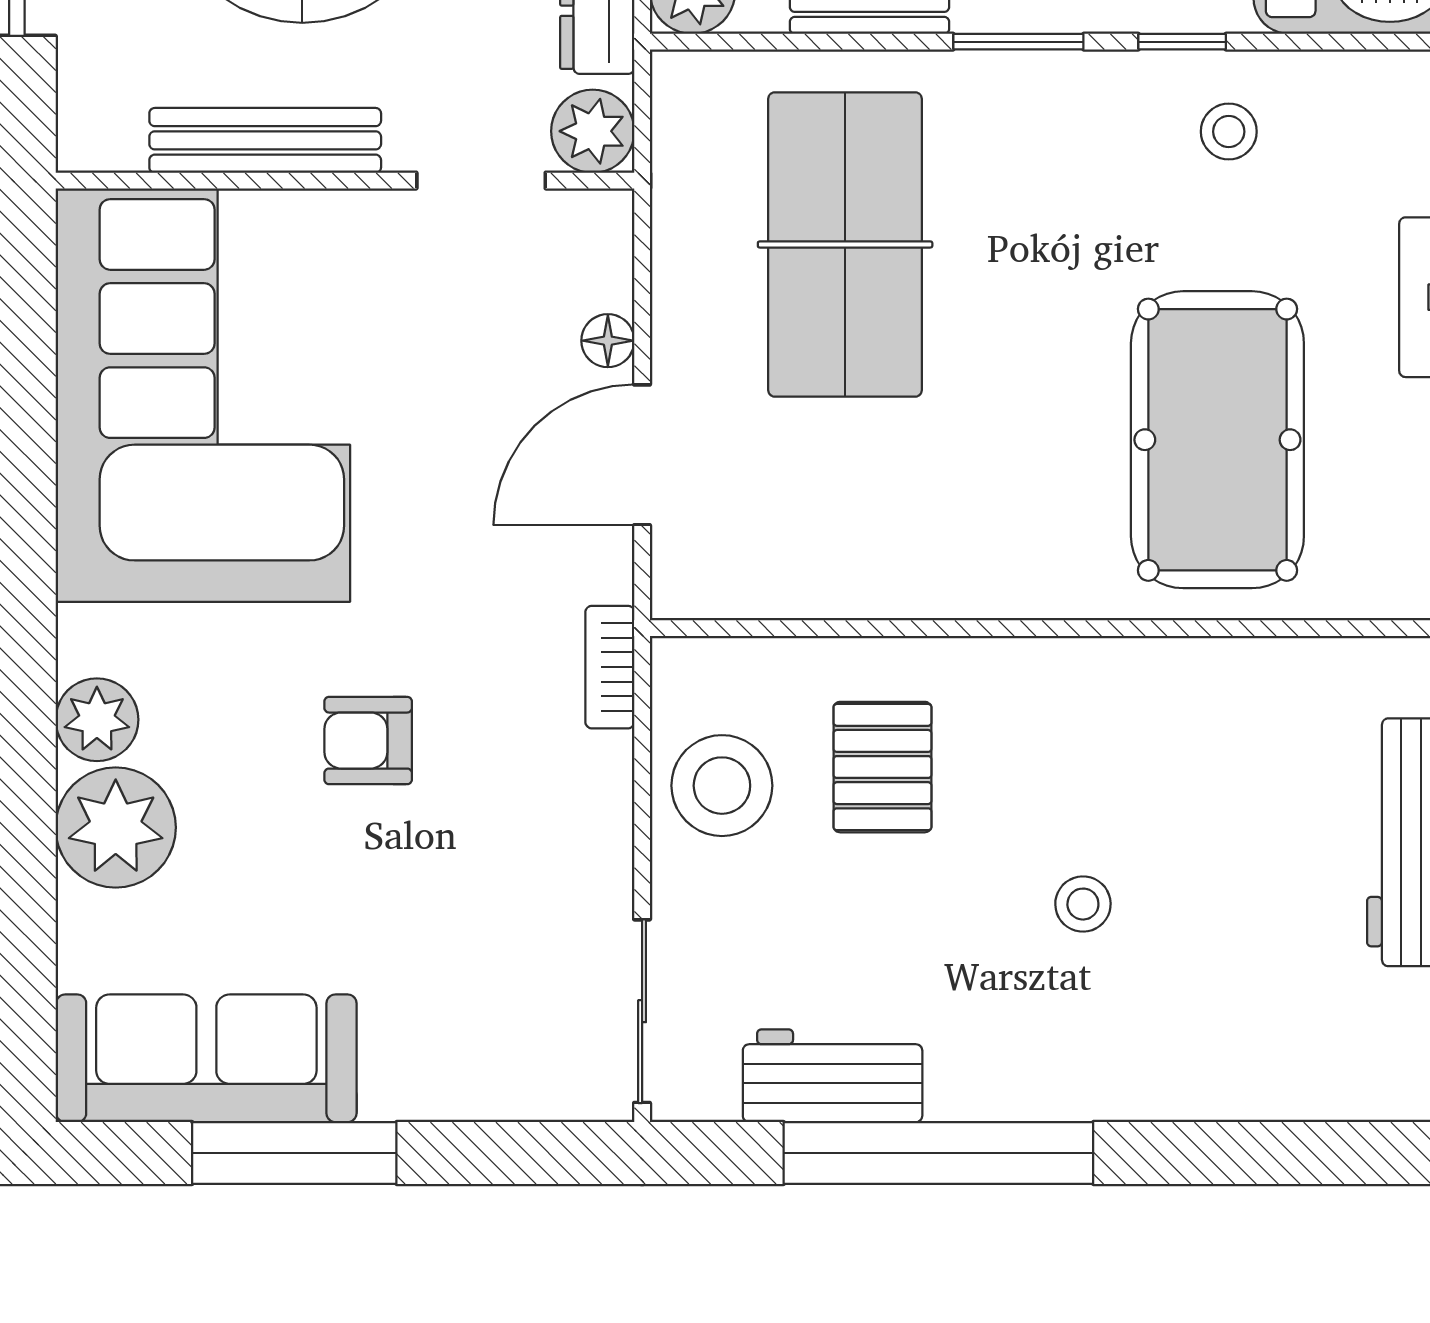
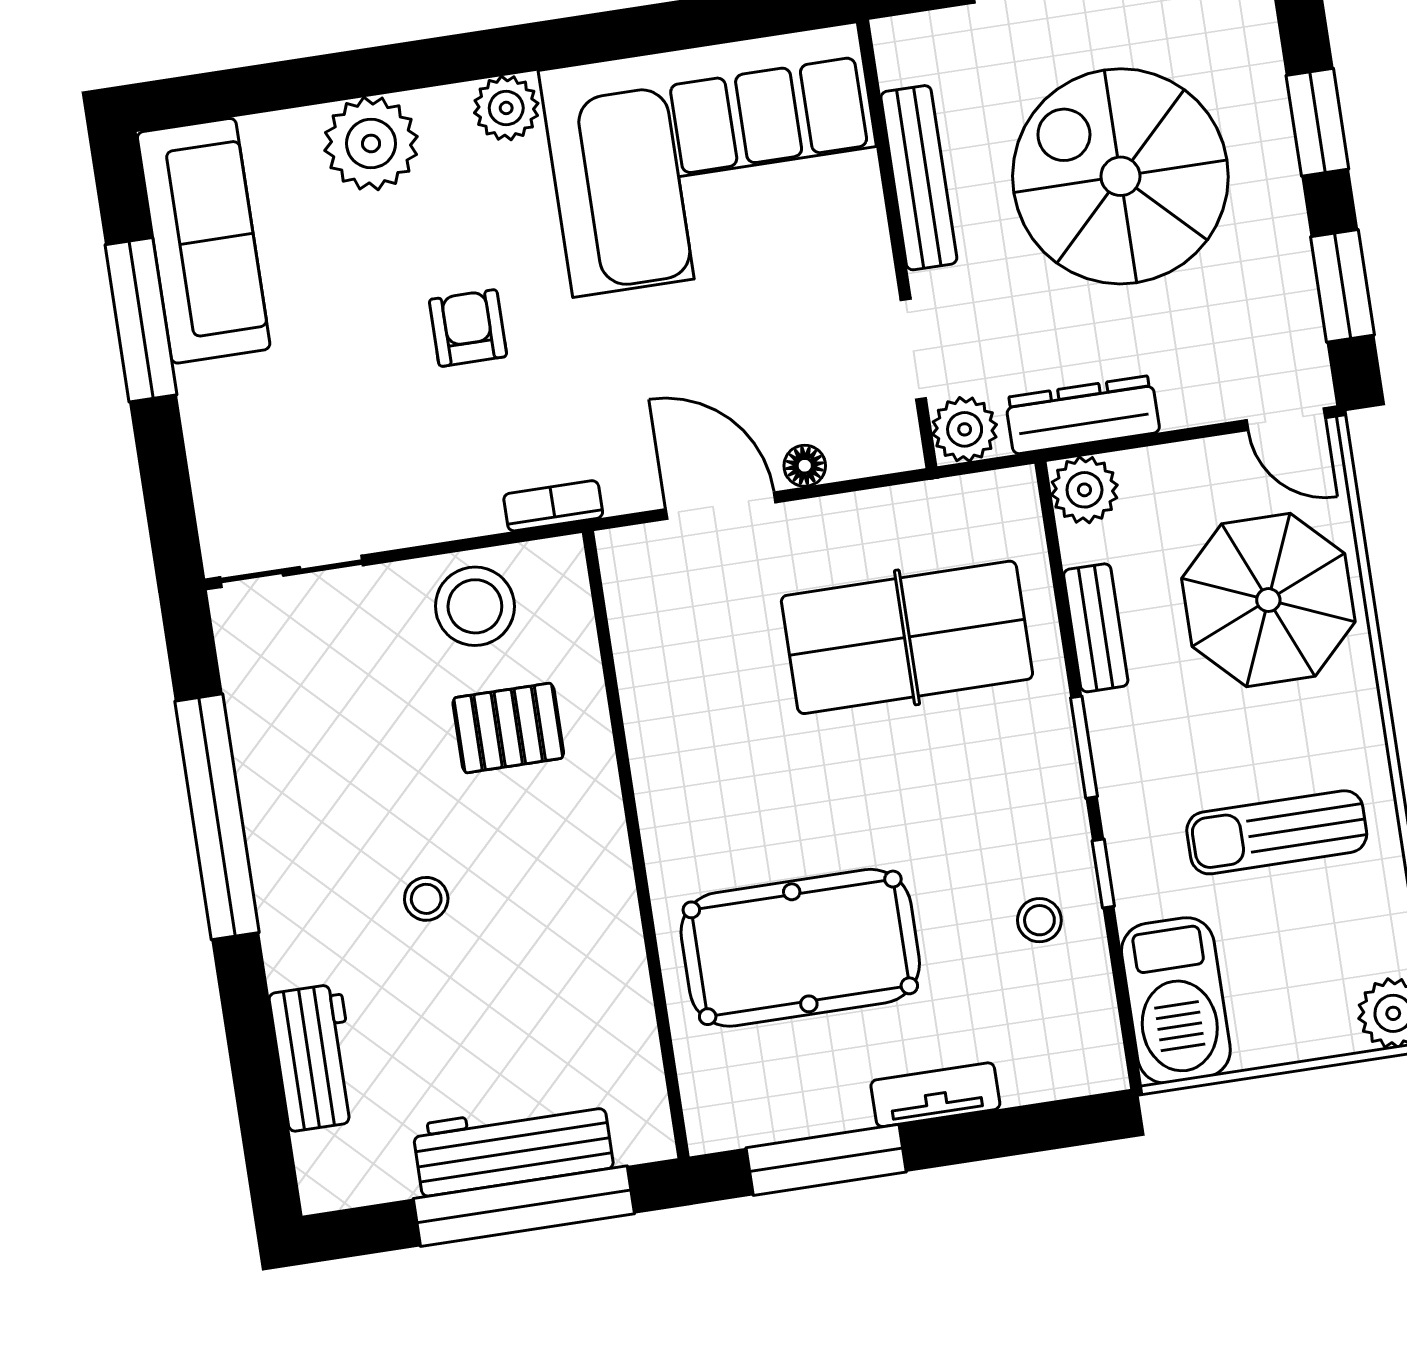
plant: (97, 720) -> (506, 108), moved
workbench: (833, 1076) -> (315, 1057), moved

